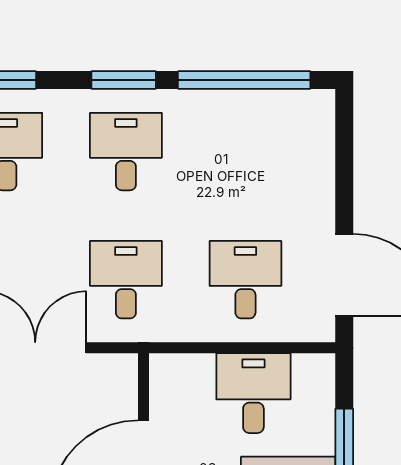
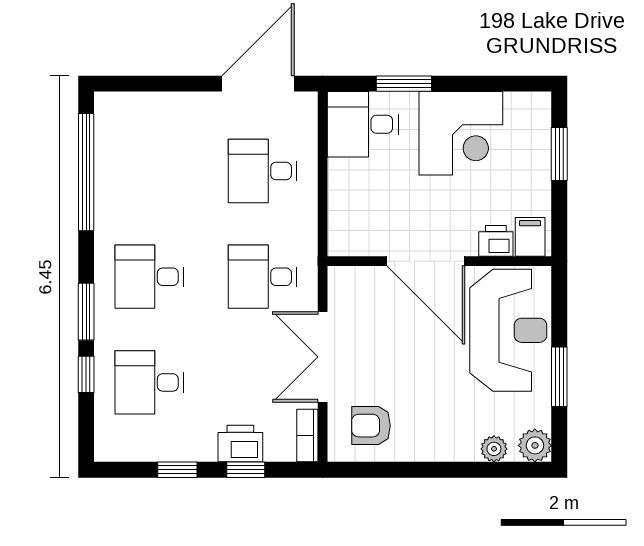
window: (124, 80) -> (86, 312), moved
desk: (253, 393) -> (363, 124), moved

